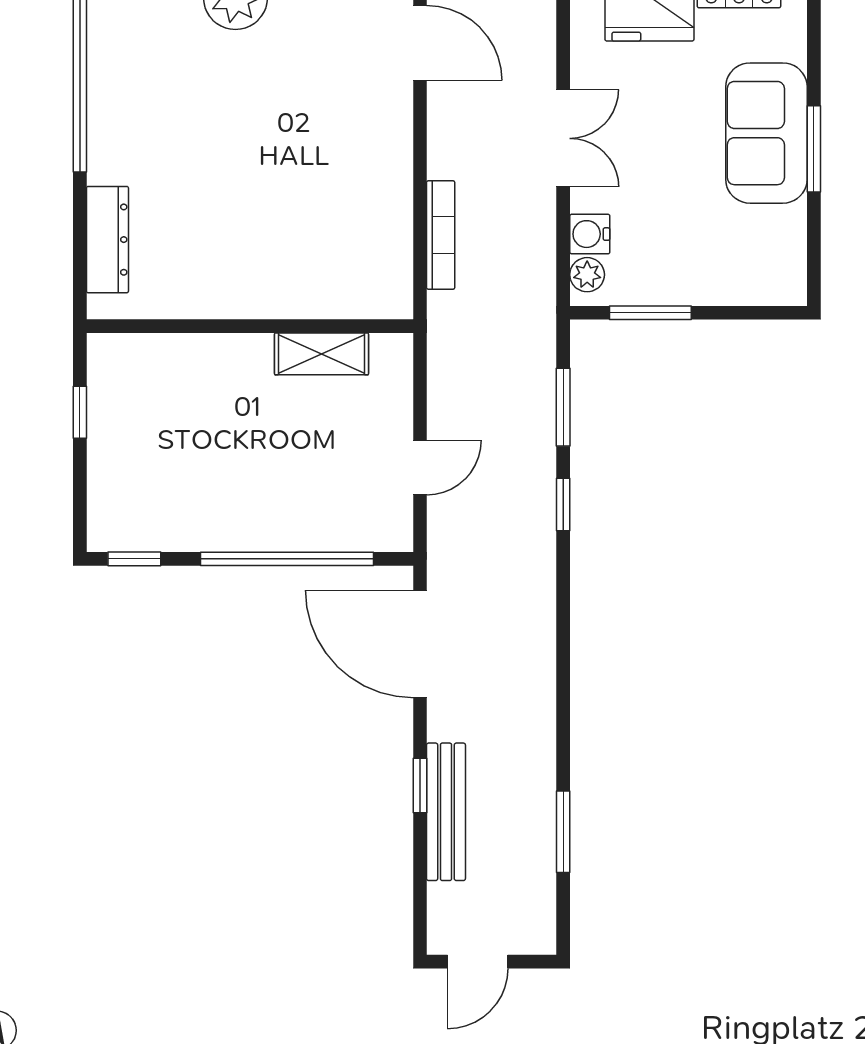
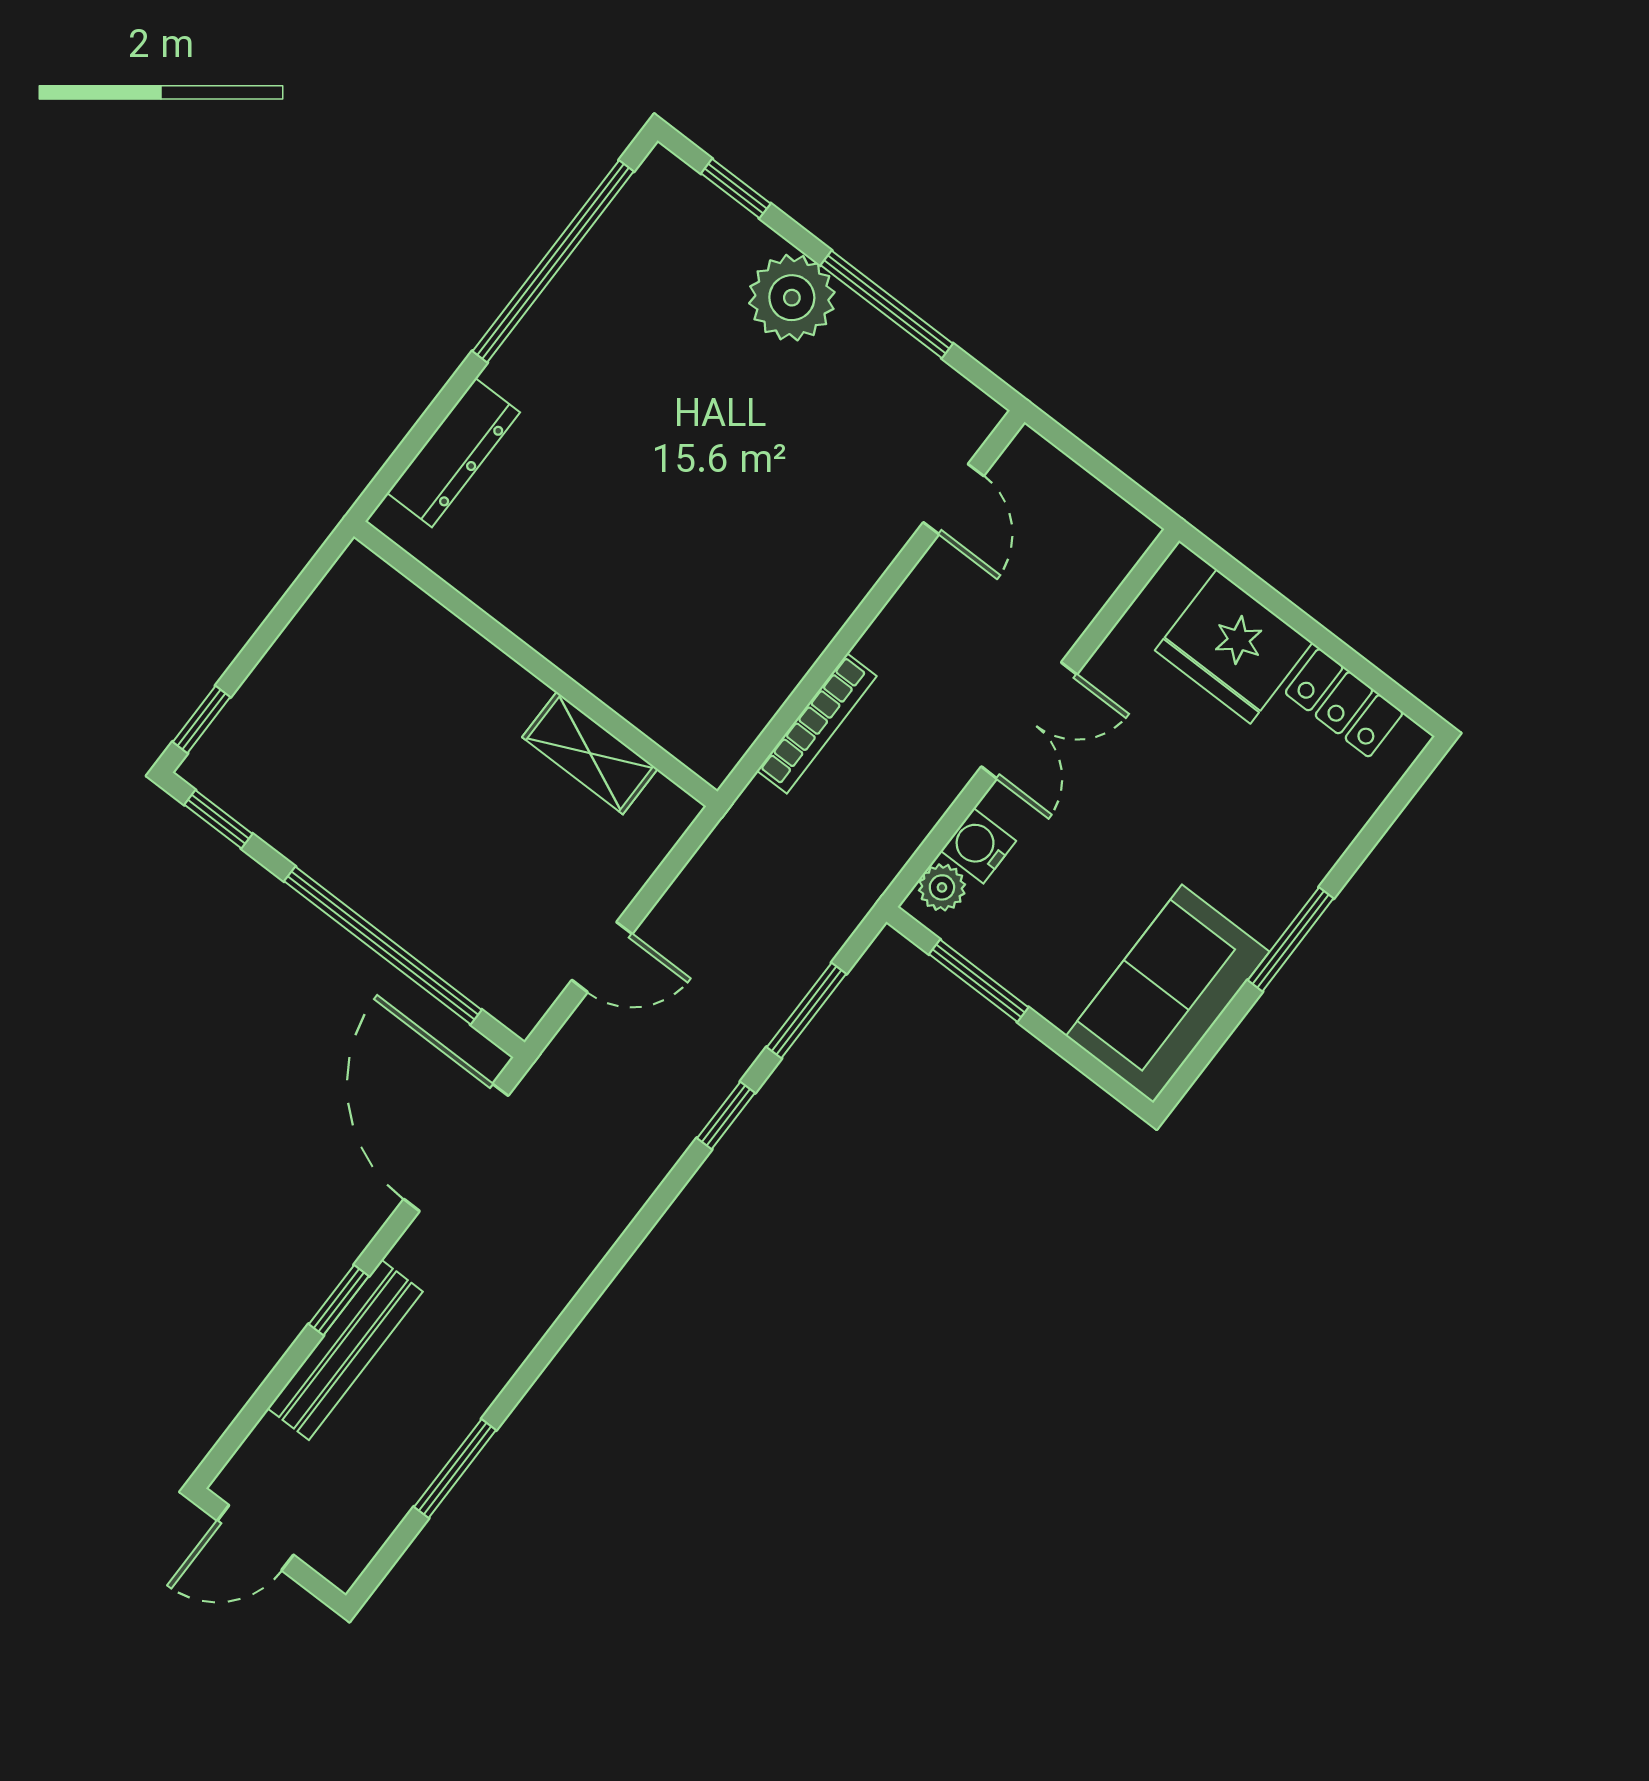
door: (420, 43) -> (954, 499), width x0.73
sofa: (766, 133) -> (1168, 994), moved
window: (80, 412) -> (202, 720), moved

